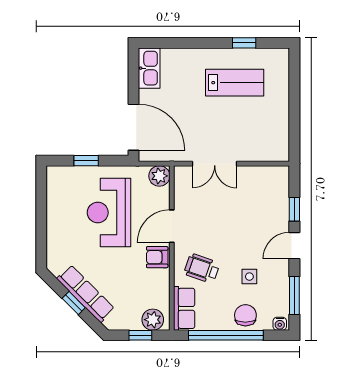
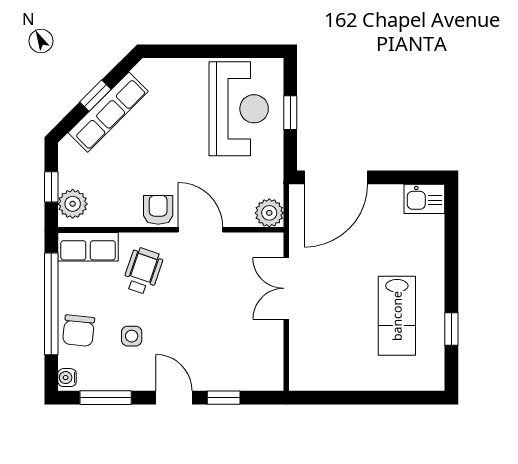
kitchen sink: (149, 68) -> (424, 199), width x0.73
reception desk: (109, 213) -> (239, 109), moved, turned 90
chair: (245, 315) -> (79, 331), turned 96

